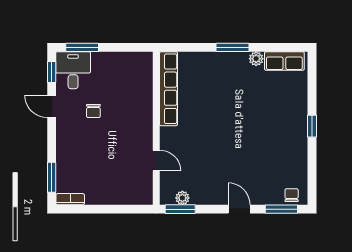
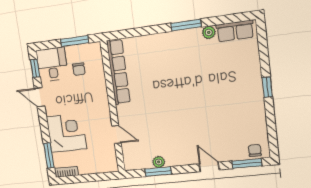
window: (82, 47) -> (75, 41), moved
row of seats: (168, 89) -> (118, 72), moved
chair: (93, 111) -> (79, 69), moved
wall: (156, 128) -> (113, 107), moved
corner desk: (78, 152) -> (66, 133), added
door: (156, 160) -> (117, 134), moved

